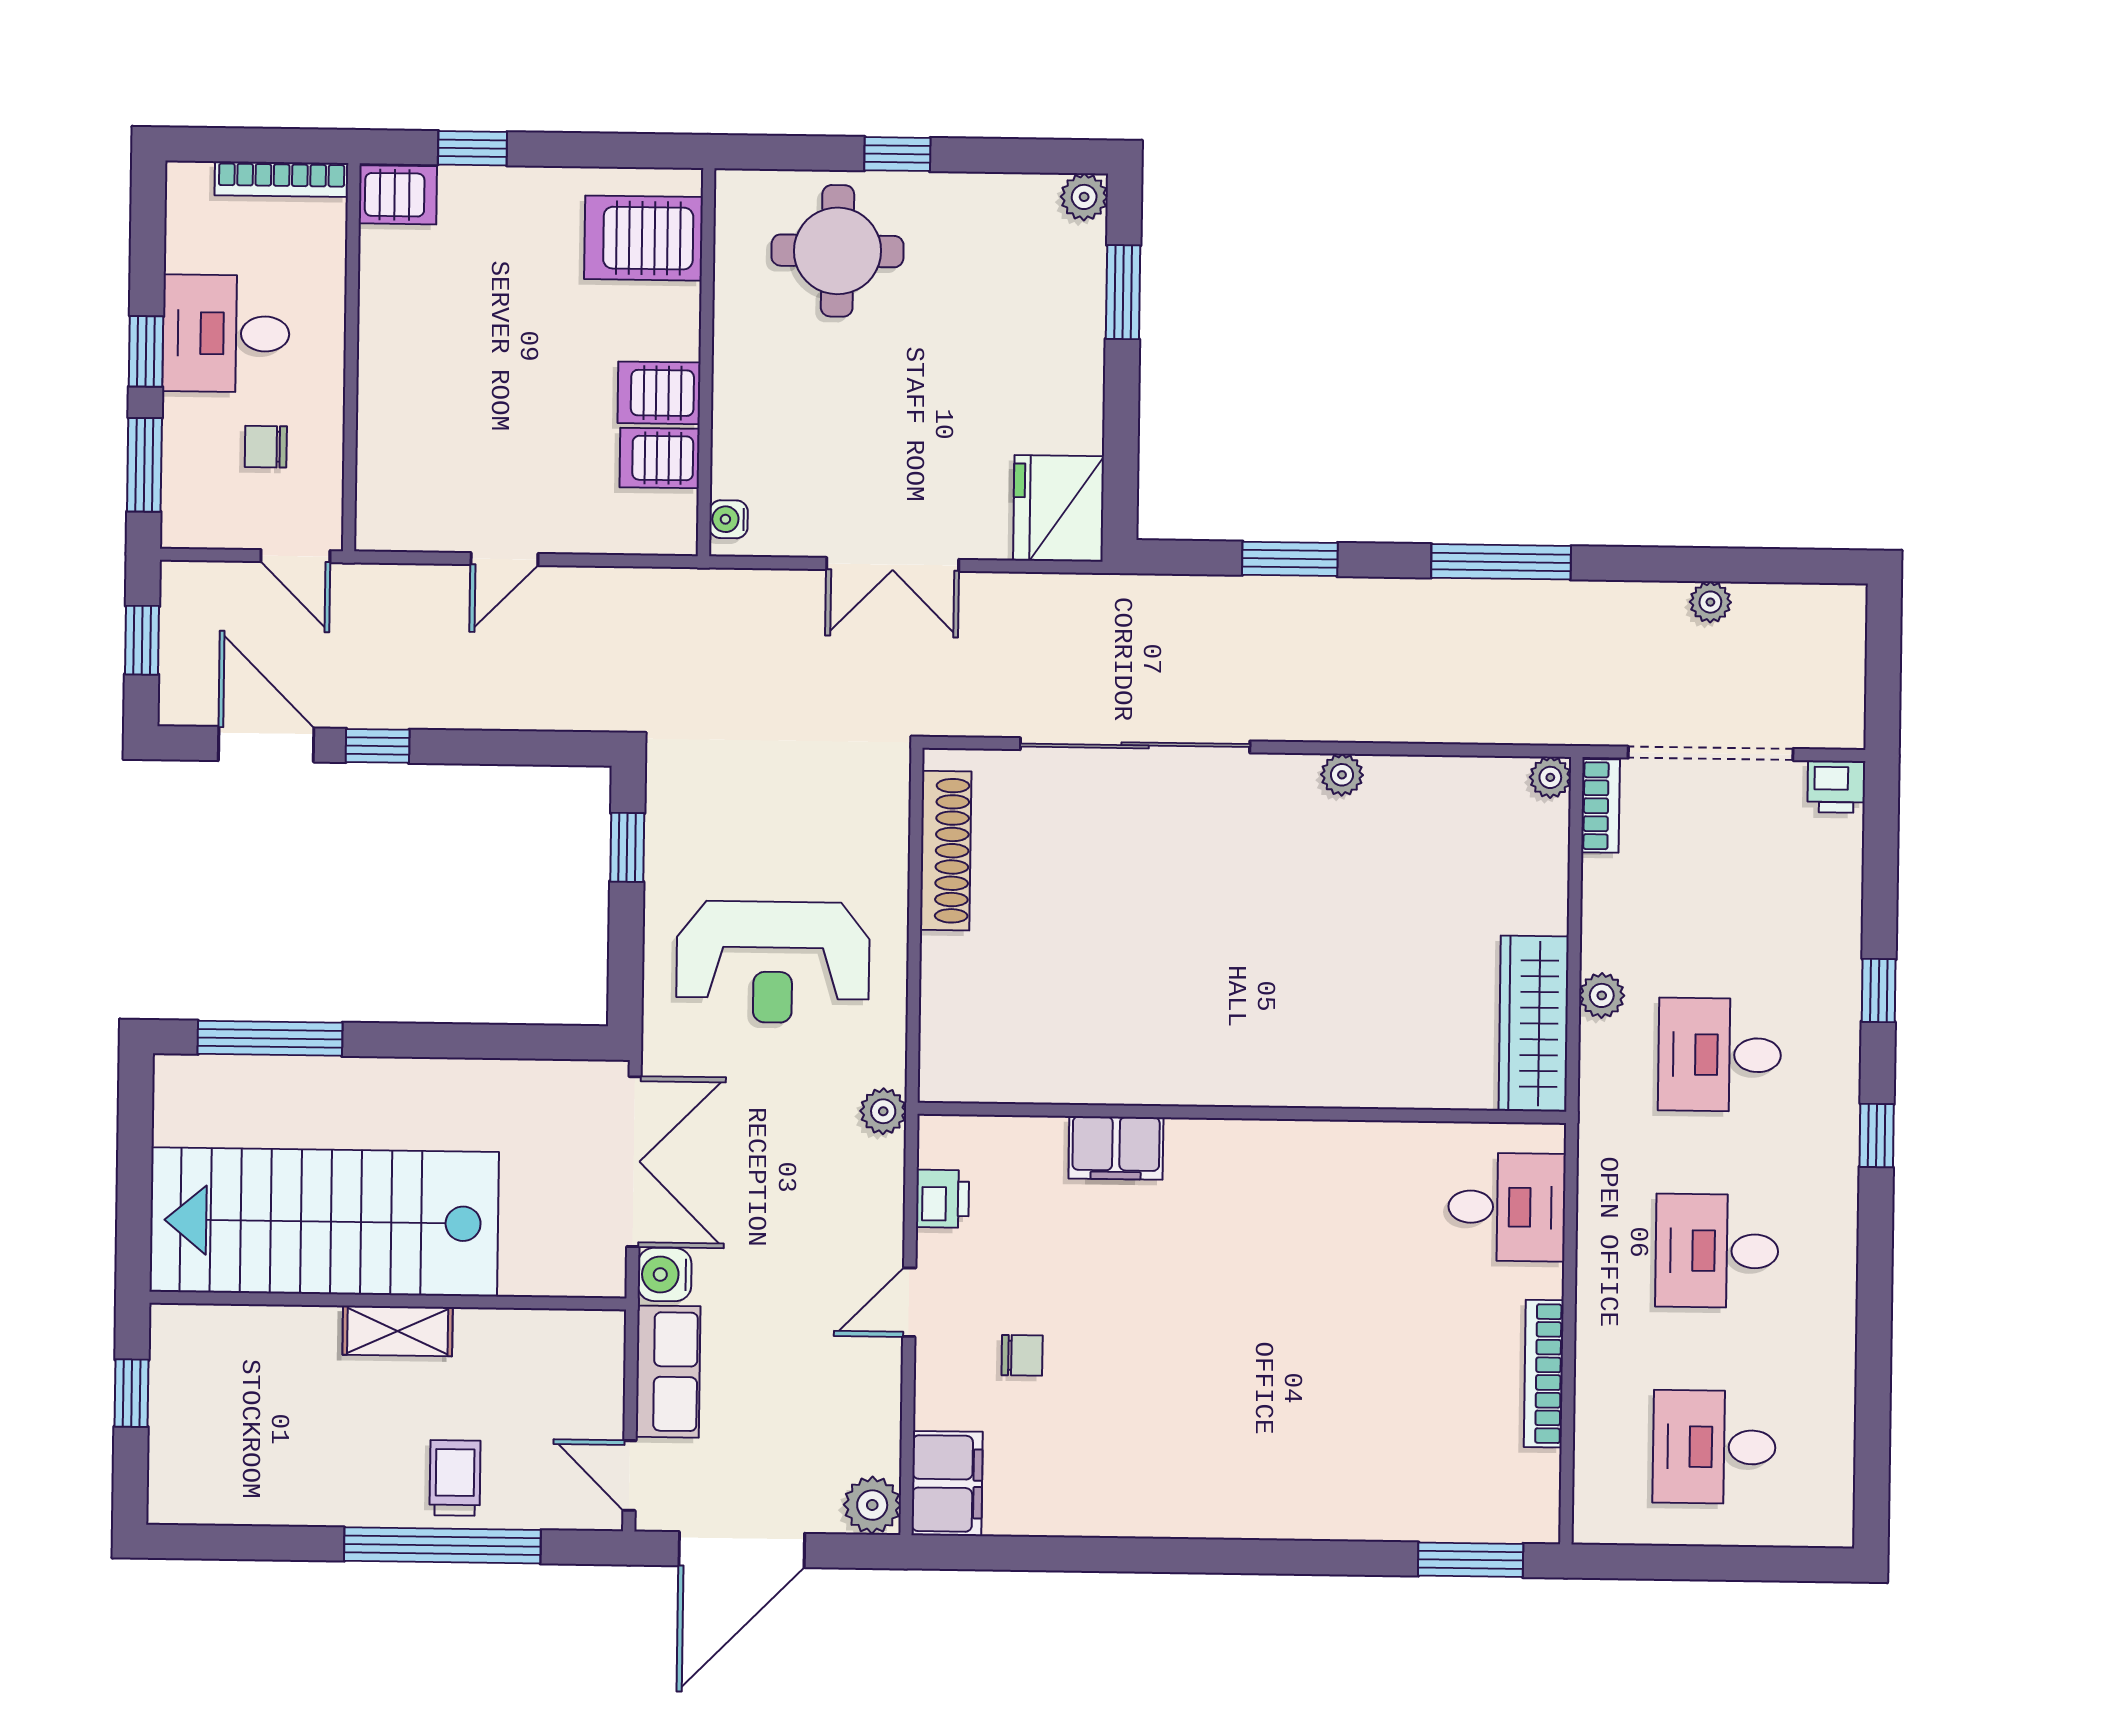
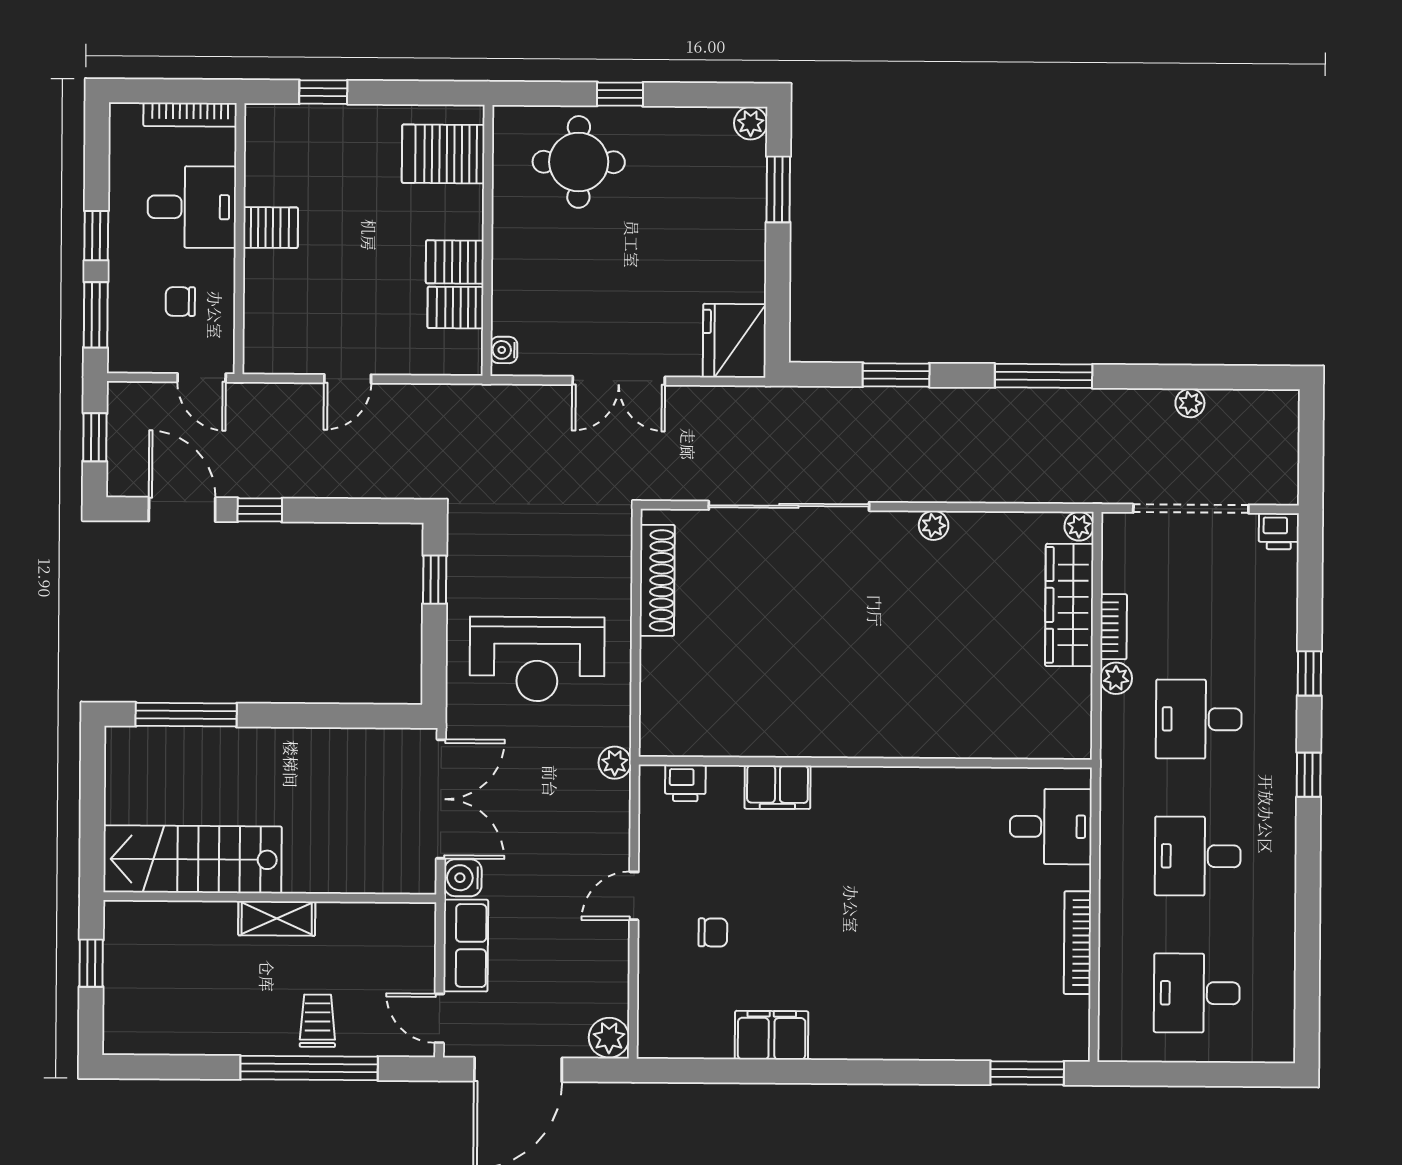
server rack: (398, 195) -> (271, 228), moved
desk: (226, 333) -> (192, 207), moved, turned 180
bookcase: (1600, 806) -> (1114, 627), moved
wardrobe: (1534, 1024) -> (1069, 605), moved
printer: (942, 1199) -> (685, 783), moved, turned 90
stairs: (324, 1222) -> (192, 859), width x0.73, depth x0.66
filing cabinet: (947, 1484) -> (772, 1035), moved, turned -90

